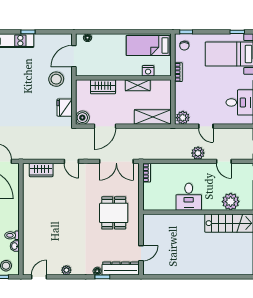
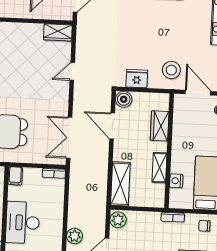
door: (71, 161) -> (72, 72), moved
wardrobe: (41, 170) -> (58, 32), moved, turned -90
desk: (189, 197) -> (23, 223), width x1.37
filing cabinet: (150, 205) -> (15, 176), added

